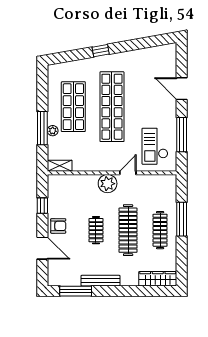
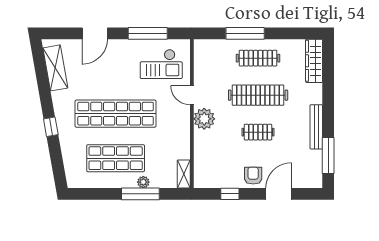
shelving: (152, 54) -> (55, 68), added

